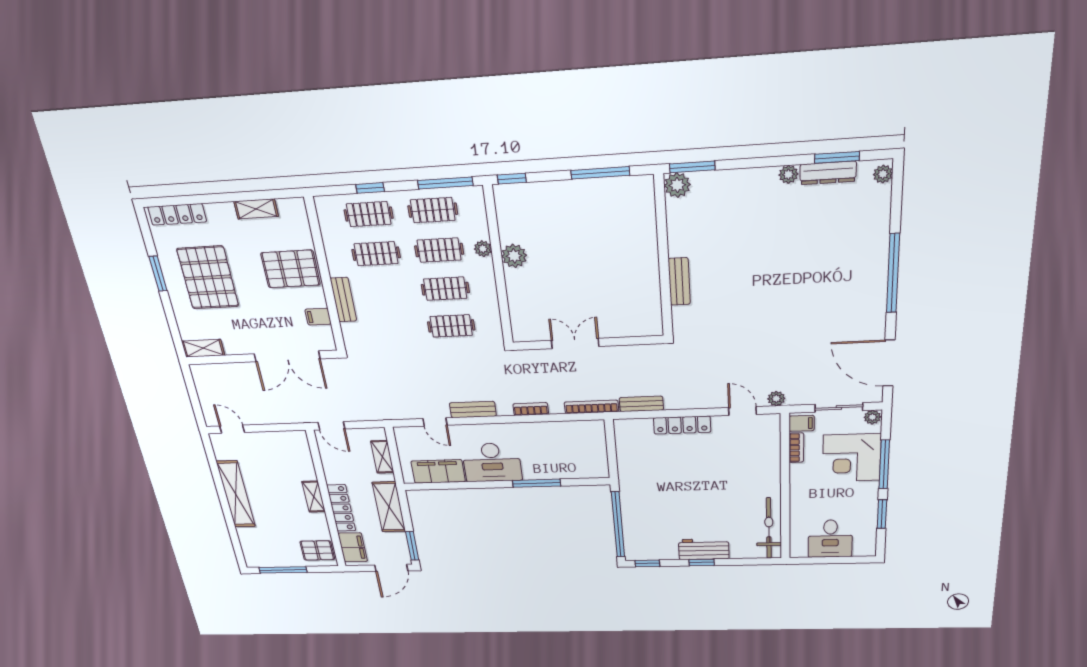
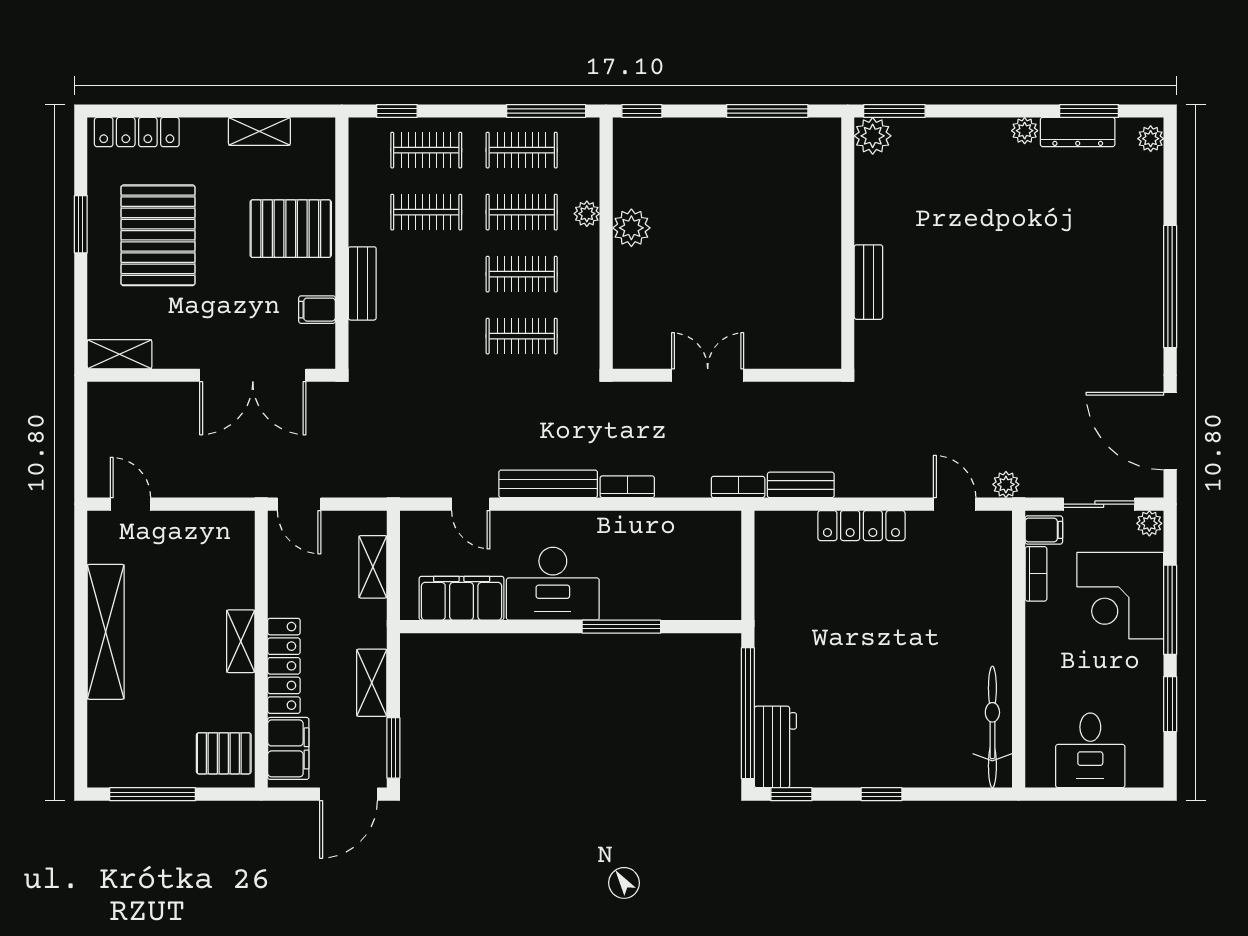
window: (370, 188) -> (397, 111), moved
bookcase: (591, 407) -> (738, 487), width x0.64
bench: (473, 410) -> (548, 484), width x1.36
shelving: (389, 507) -> (372, 683), width x0.67, depth x0.75
workbench: (704, 549) -> (775, 747), moved, turned 90

